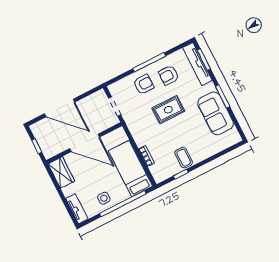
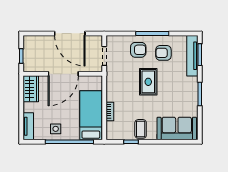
door: (60, 108) -> (70, 33), moved
rug: (168, 110) -> (148, 82), turned 90
sofa: (216, 113) -> (177, 128), moved, turned 90
door: (85, 143) -> (63, 74), hinge flipped

